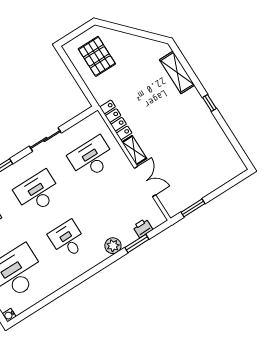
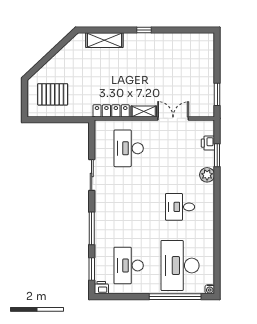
desk: (38, 192) -> (129, 207), removed

